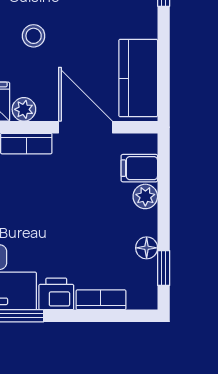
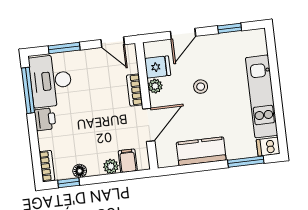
kitchen counter: (138, 78) -> (201, 151), moved
bookcase: (101, 300) -> (47, 166), moved

